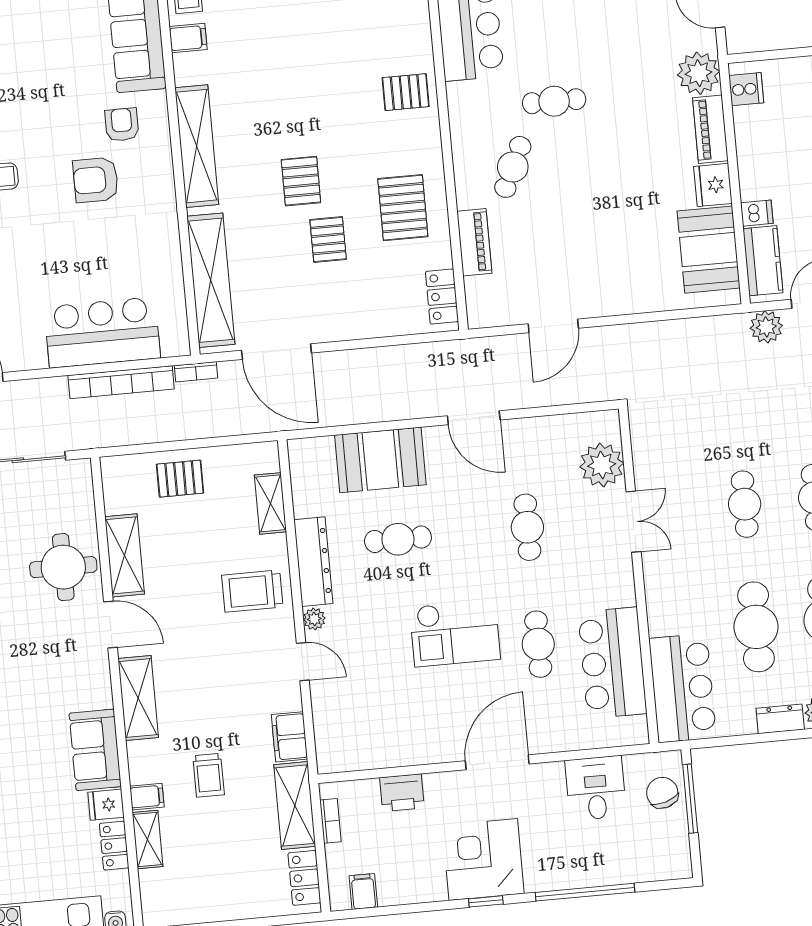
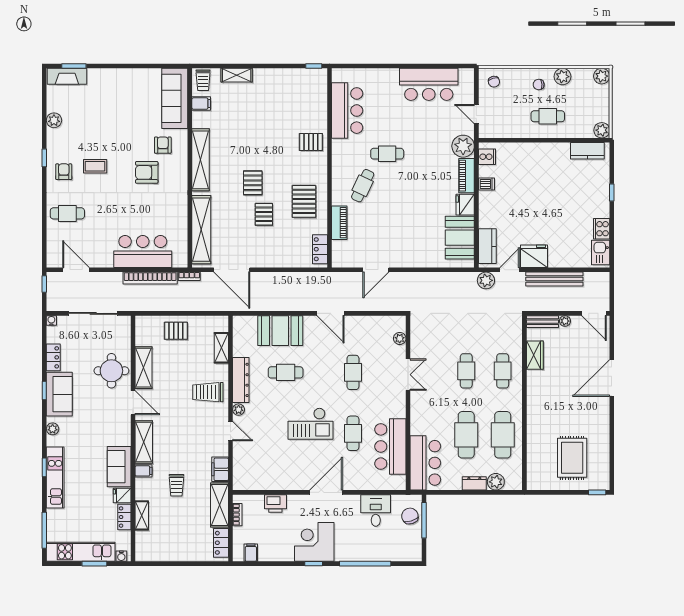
dishwasher: (757, 213) -> (487, 184), moved
plant: (602, 465) -> (400, 338), width x0.53, depth x0.53
filing cabinet: (147, 797) -> (144, 471), moved

